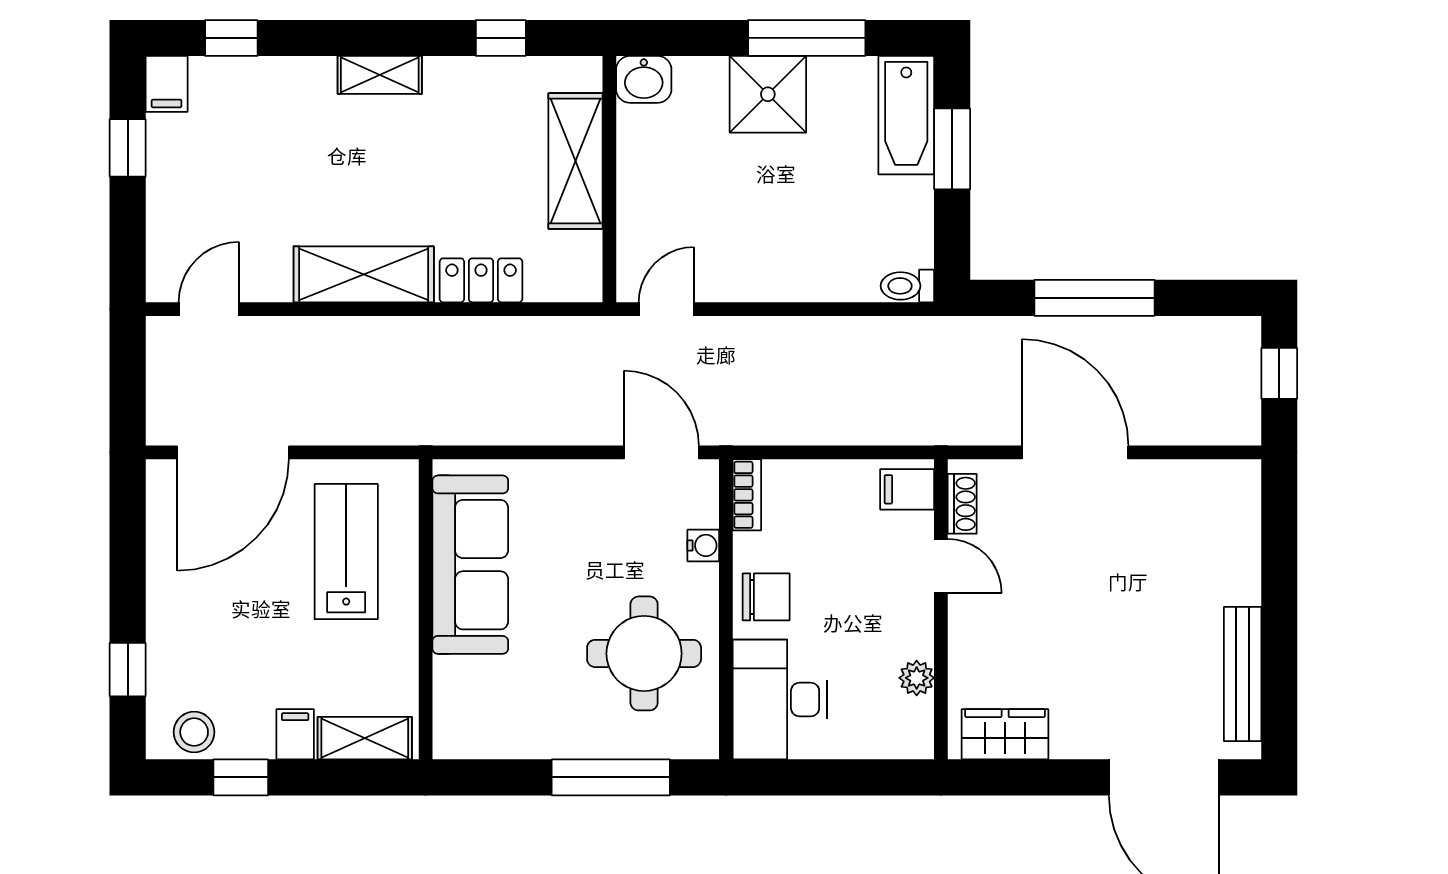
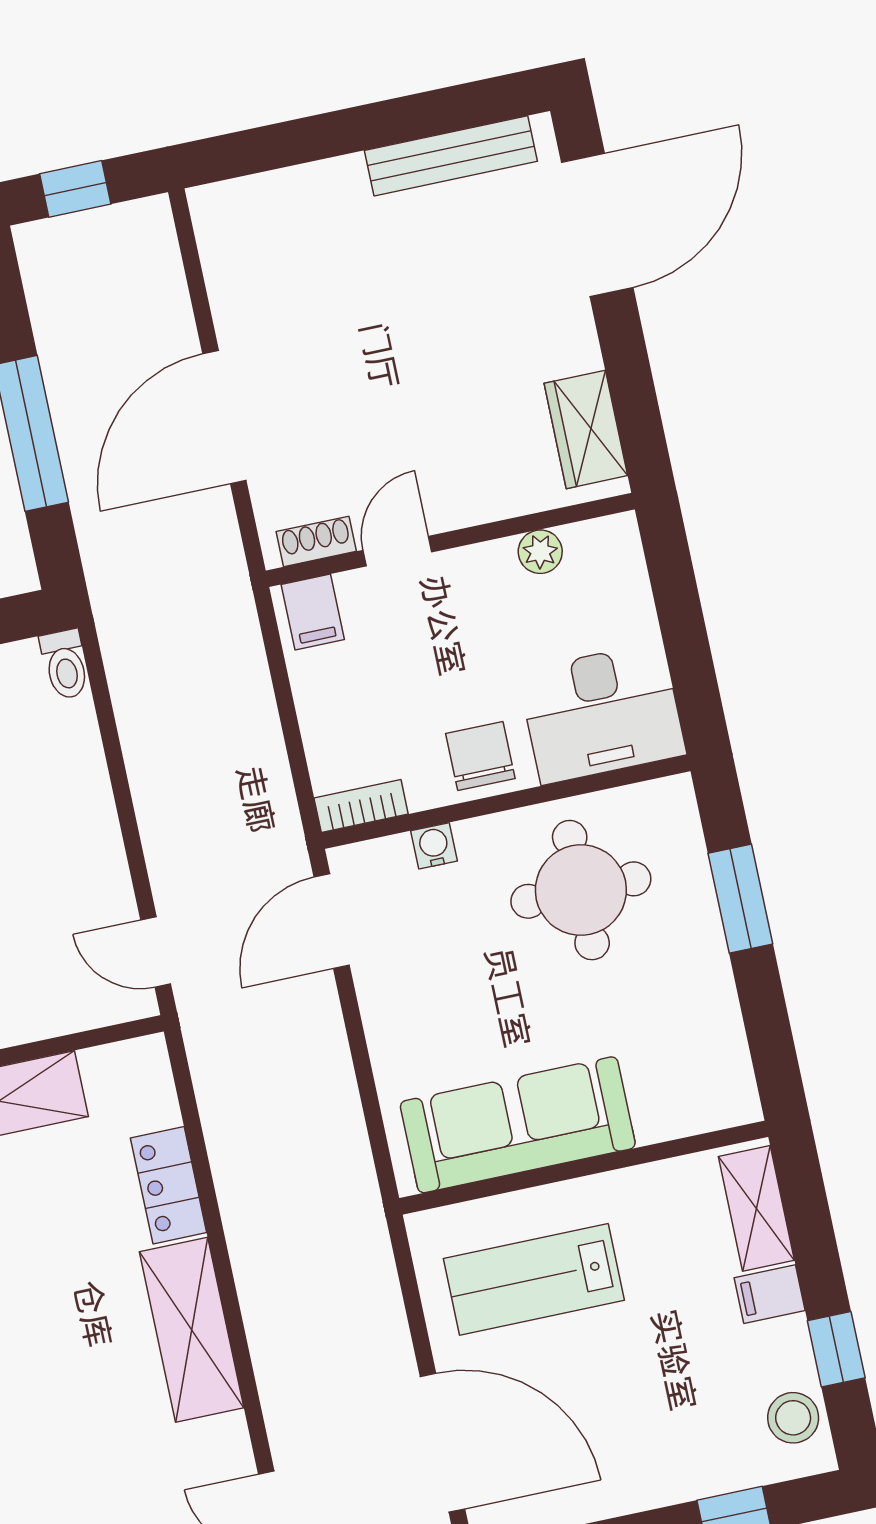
window: (611, 777) -> (740, 899), width x0.69

